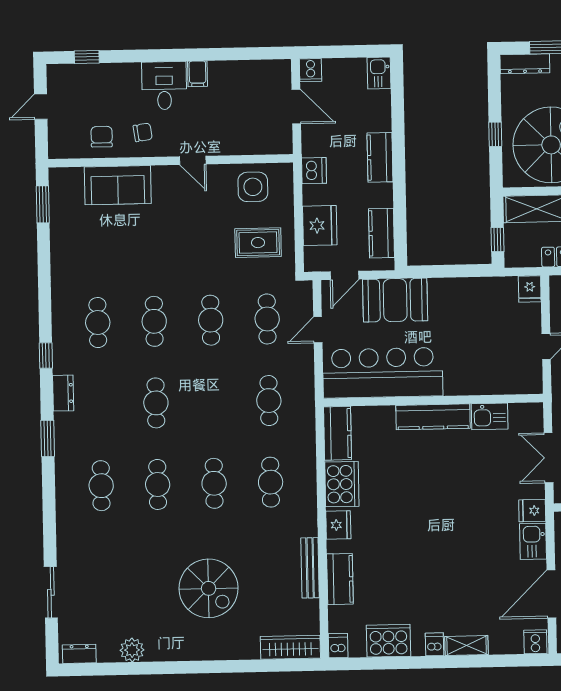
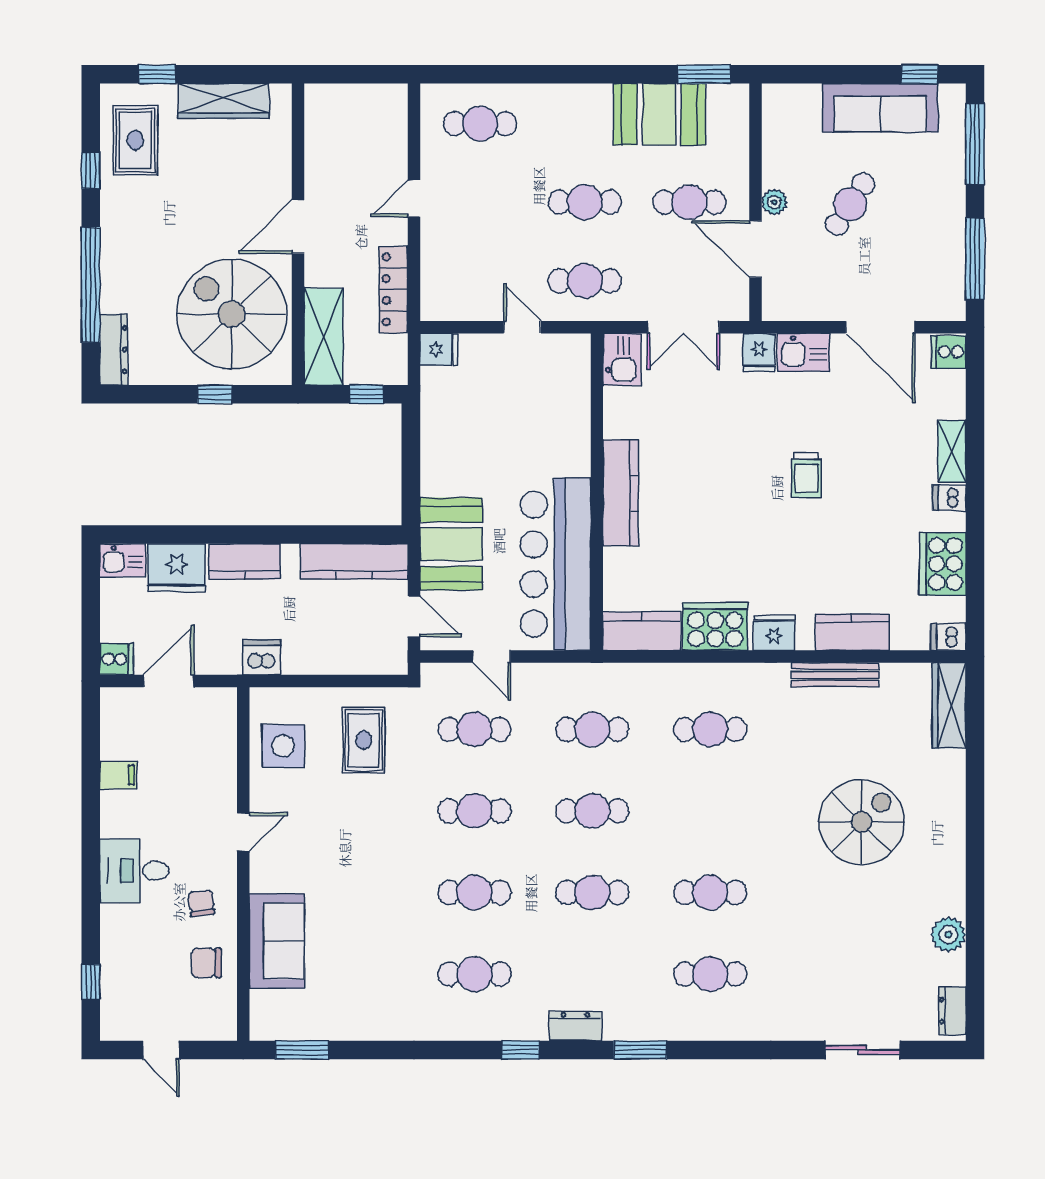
filing cabinet: (197, 74) -> (118, 775), moved
fridge: (320, 226) -> (177, 568), moved, turned 180
kitchen counter: (382, 233) -> (354, 562), width x1.50
kitchen sink: (490, 416) -> (622, 359), moved
cafe table: (214, 483) -> (592, 811), moved
trolley: (448, 545) -> (806, 475), added

